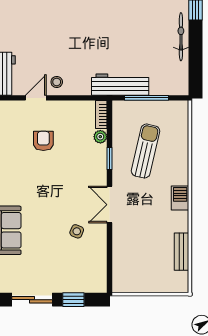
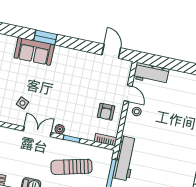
plant: (100, 137) -> (60, 129), moved
armchair: (43, 141) -> (106, 112), moved, turned 90
sun lounger: (146, 151) -> (71, 167), turned 153

